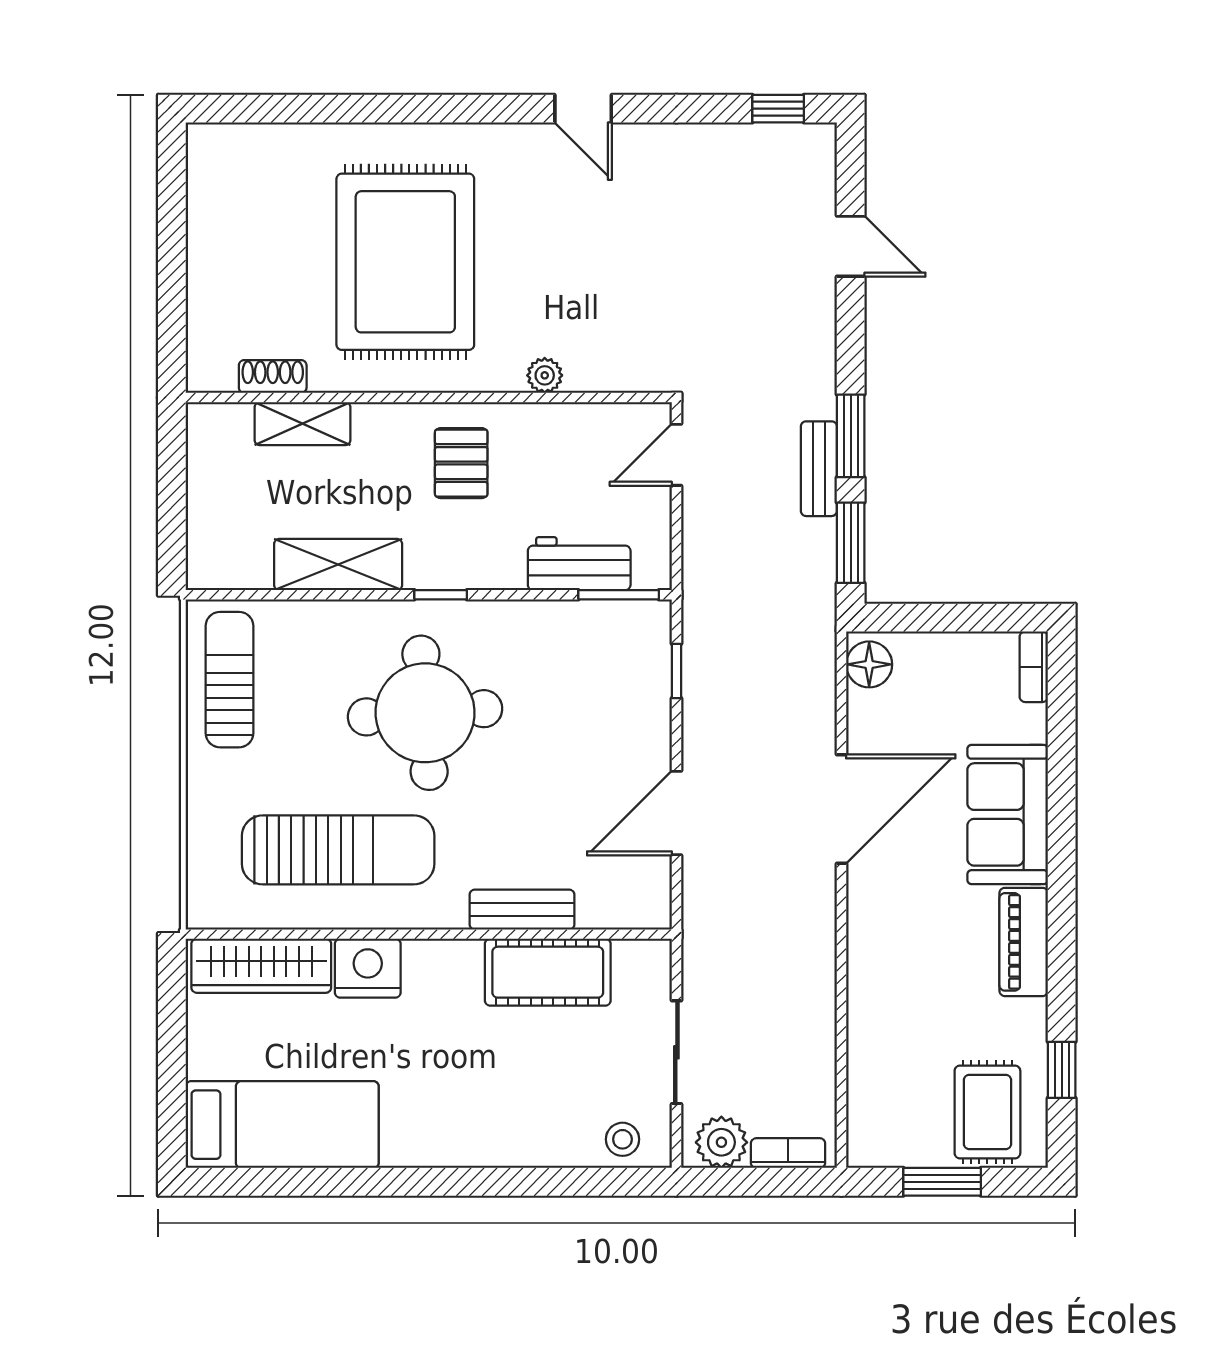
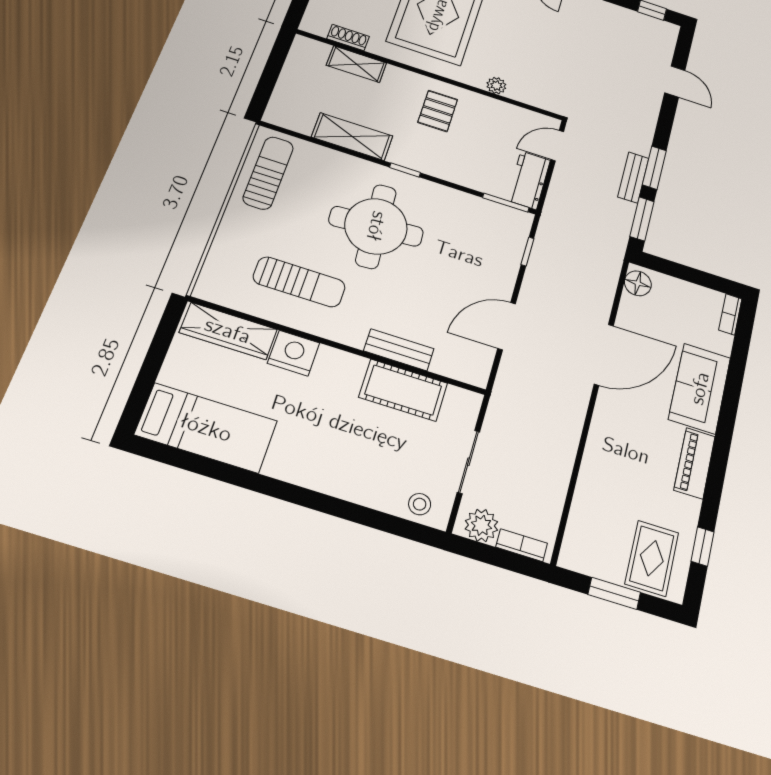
workbench: (579, 564) -> (529, 180), moved, turned -90
sun lounger: (338, 850) -> (299, 282), width x0.73, depth x0.75

